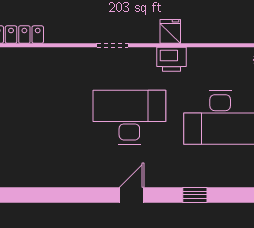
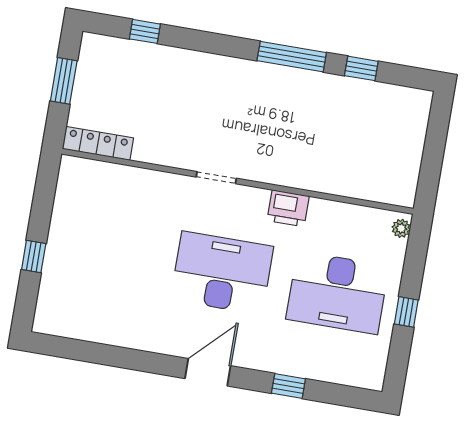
fridge: (170, 31) -> (293, 172), removed
door: (132, 195) -> (208, 372), width x1.37

